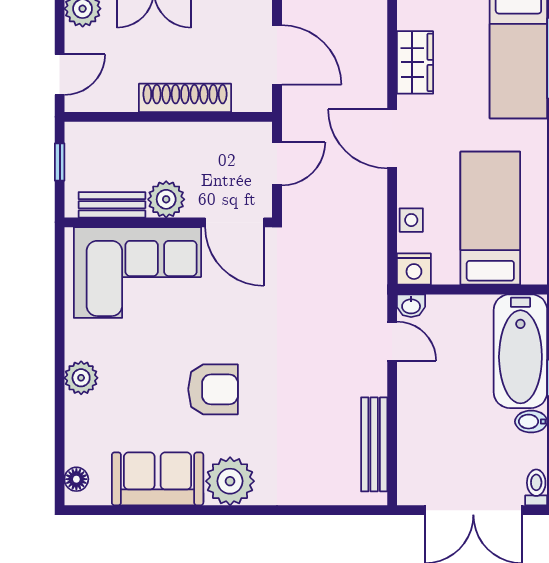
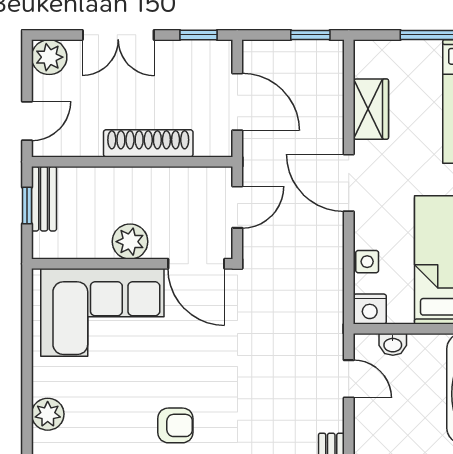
bench: (112, 205) -> (44, 199), moved, turned 90
washbasin: (411, 306) -> (393, 344), moved
armchair: (213, 389) -> (175, 425), width x0.72, depth x0.72

